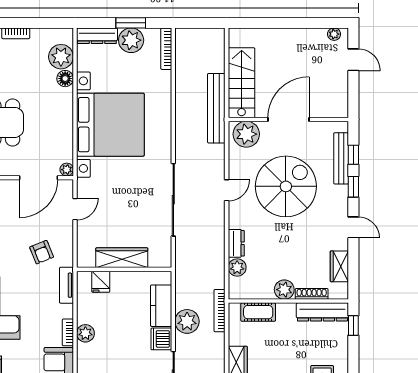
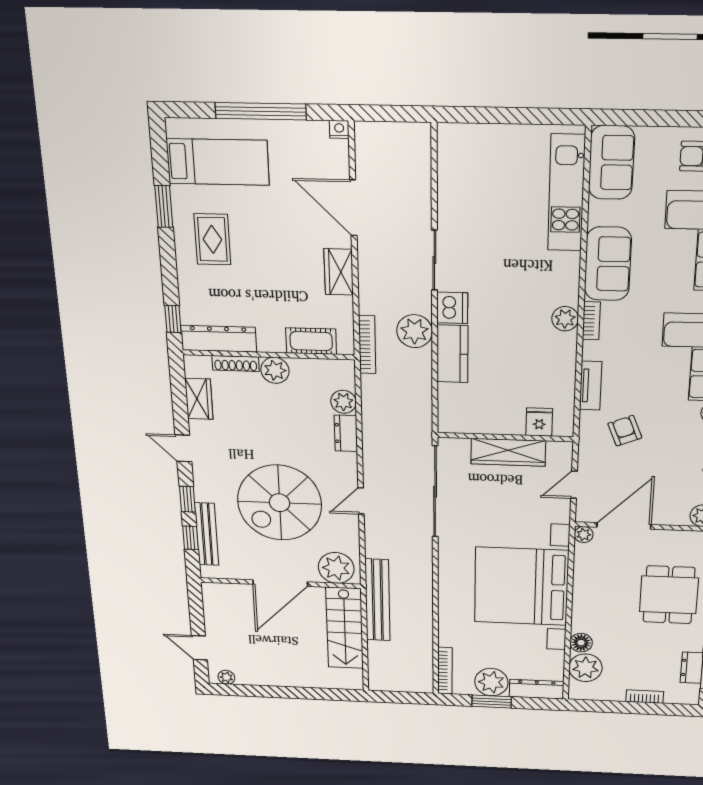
wardrobe: (122, 258) -> (508, 452), moved
wall: (124, 269) -> (505, 437), moved
fridge: (101, 282) -> (539, 422), moved

